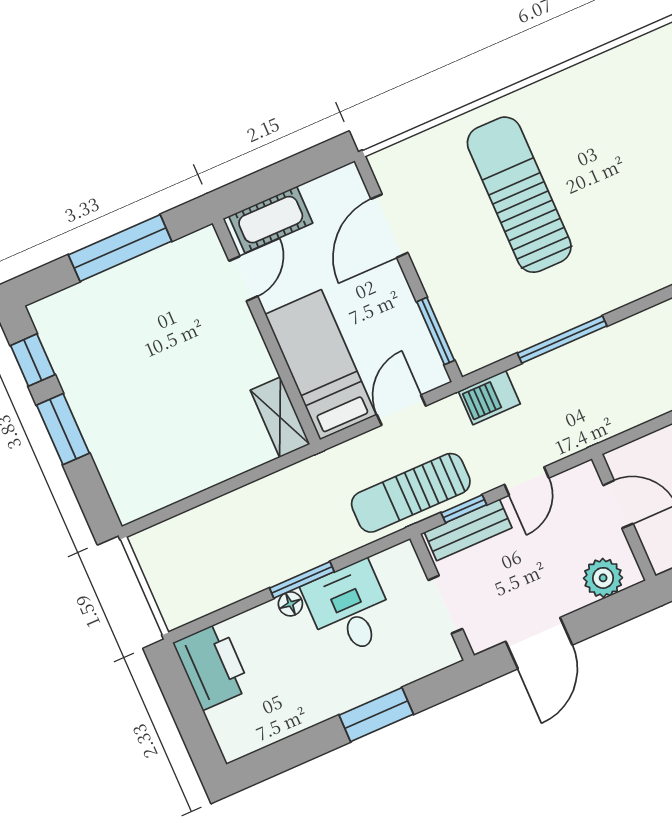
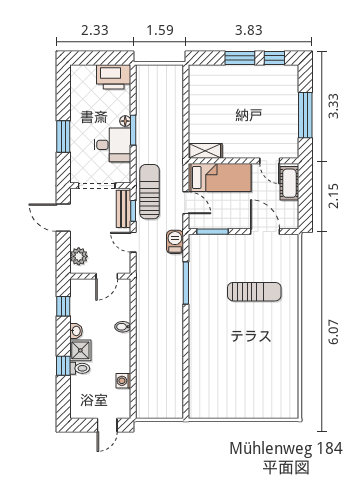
sun lounger: (519, 195) -> (254, 292), width x0.73, depth x0.75
doorway: (445, 604) -> (97, 186), width x1.38

